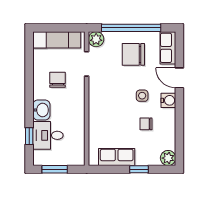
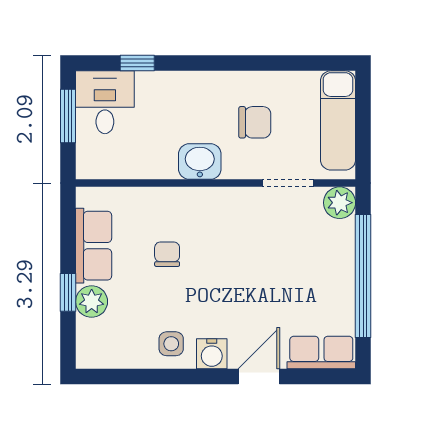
chair: (133, 54) -> (308, 281), removed
side table: (142, 96) -> (171, 344), moved
washbasin: (41, 110) -> (200, 161), moved, turned 180
chair: (146, 124) -> (167, 254), moved
desk: (48, 135) -> (105, 102), moved
plant: (168, 158) -> (92, 302), moved

